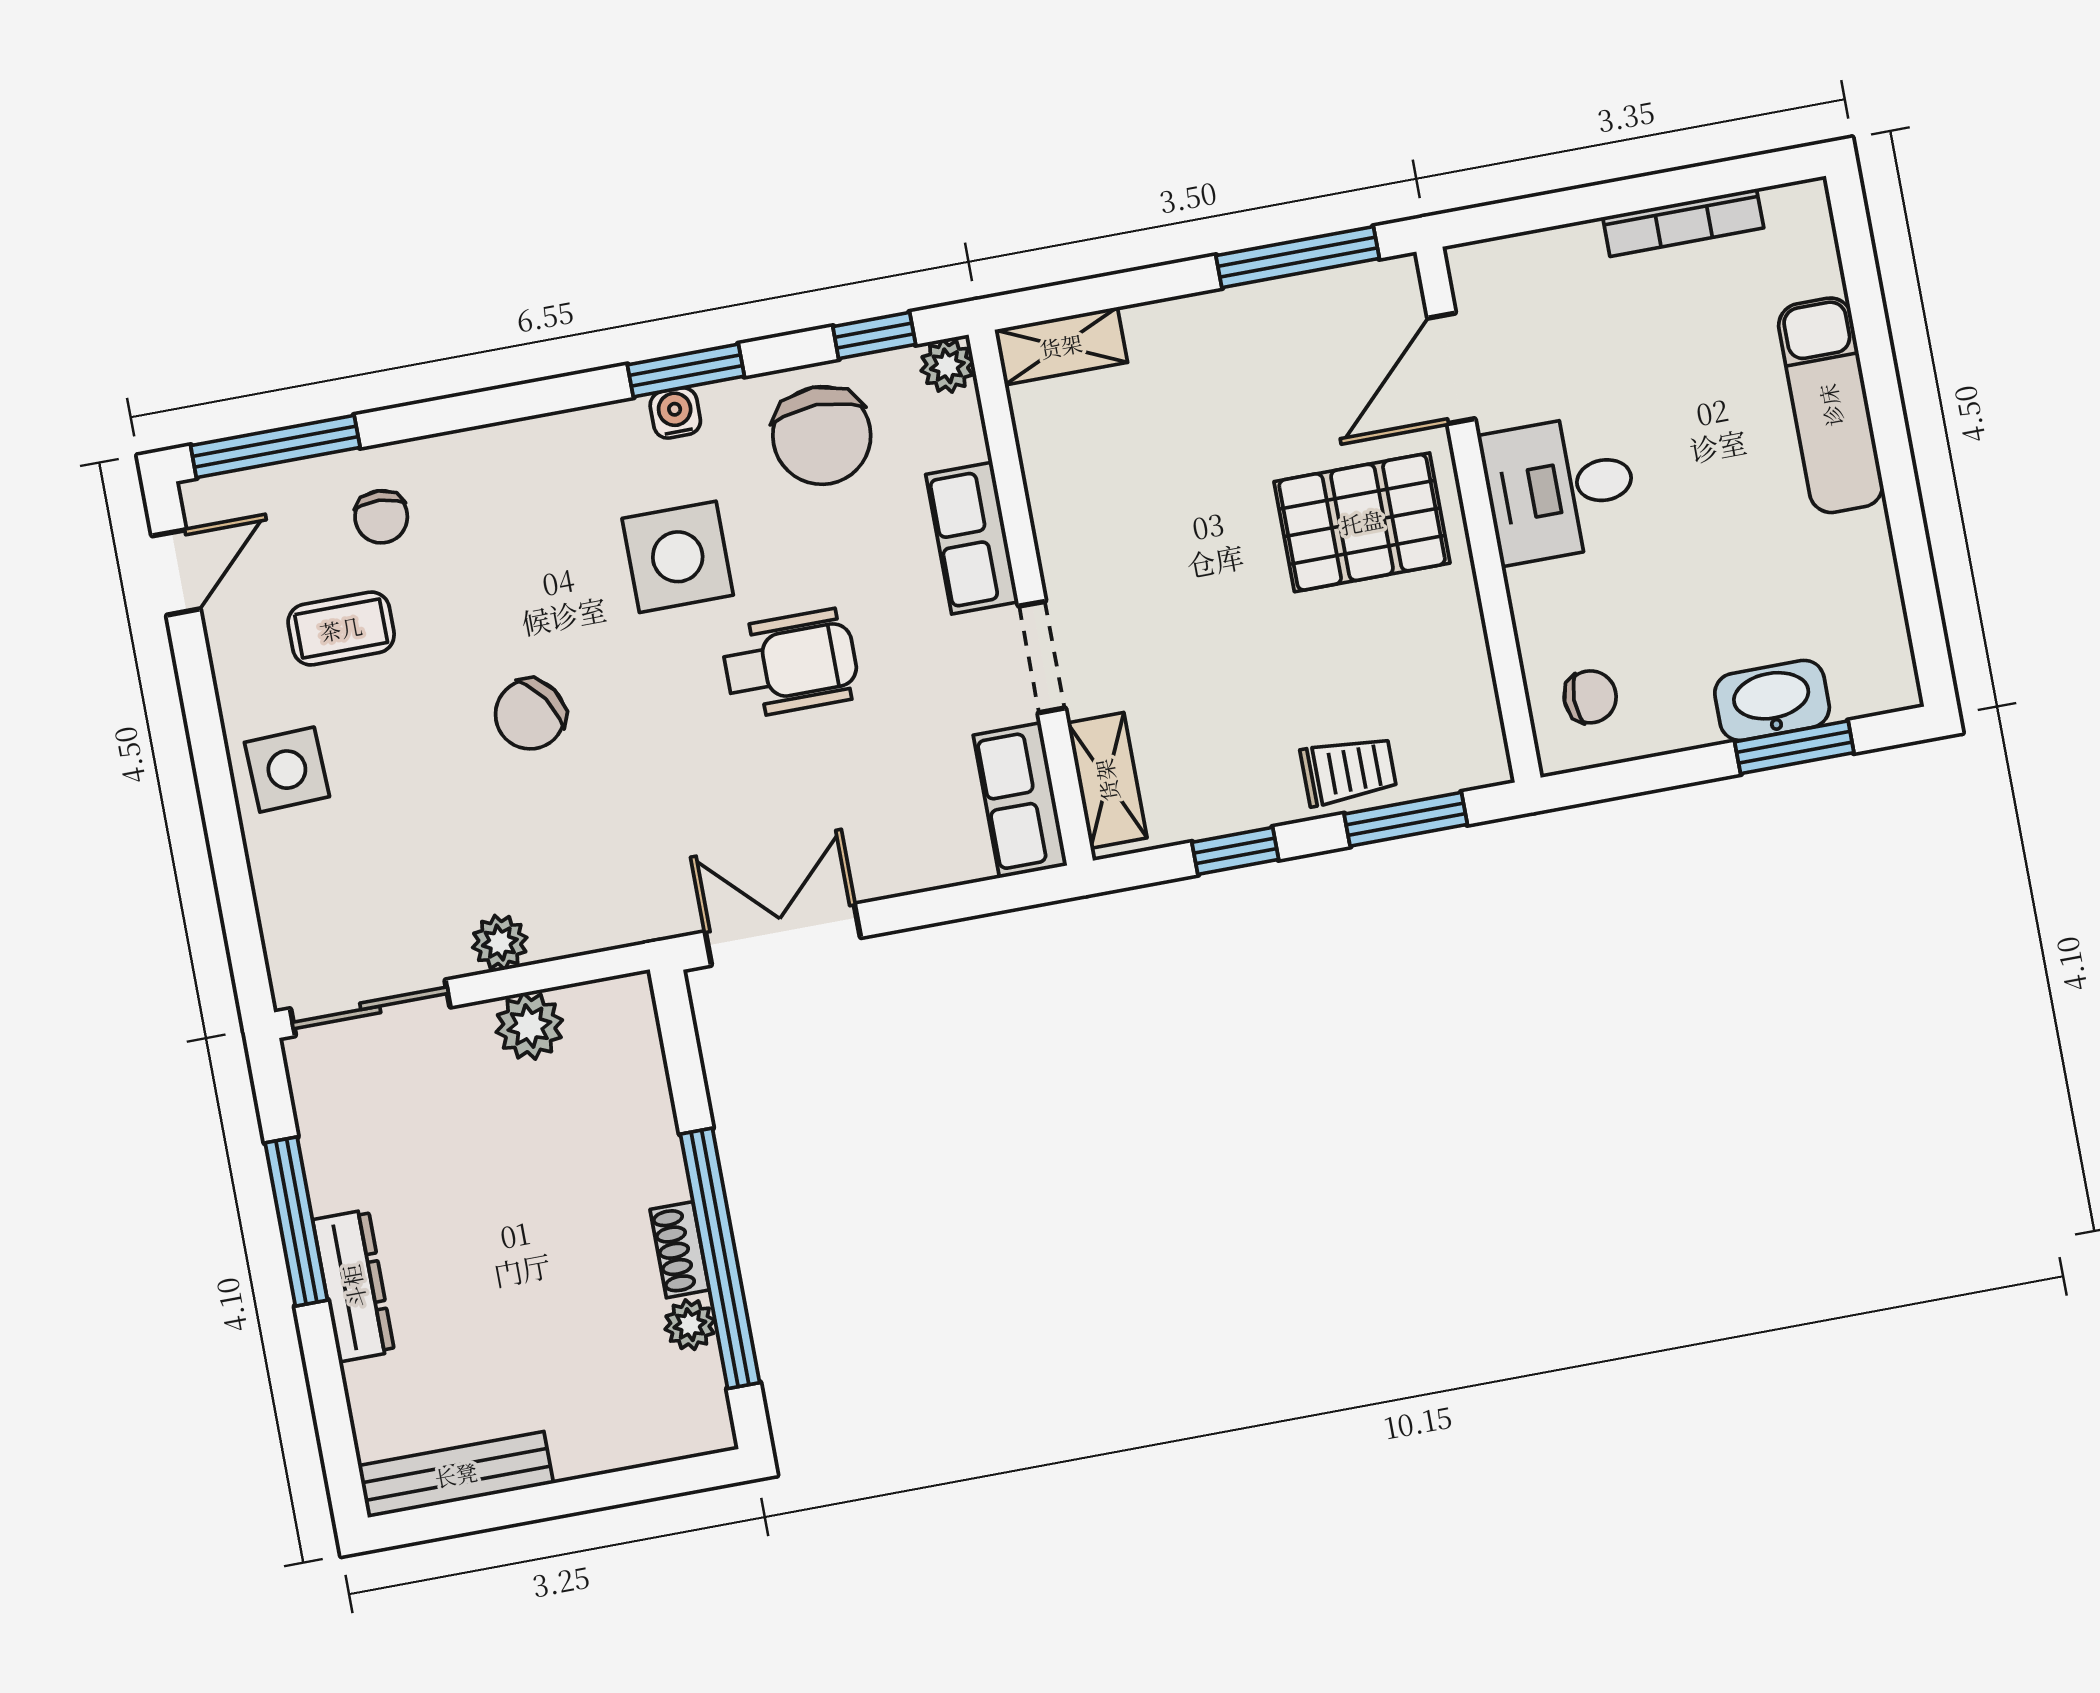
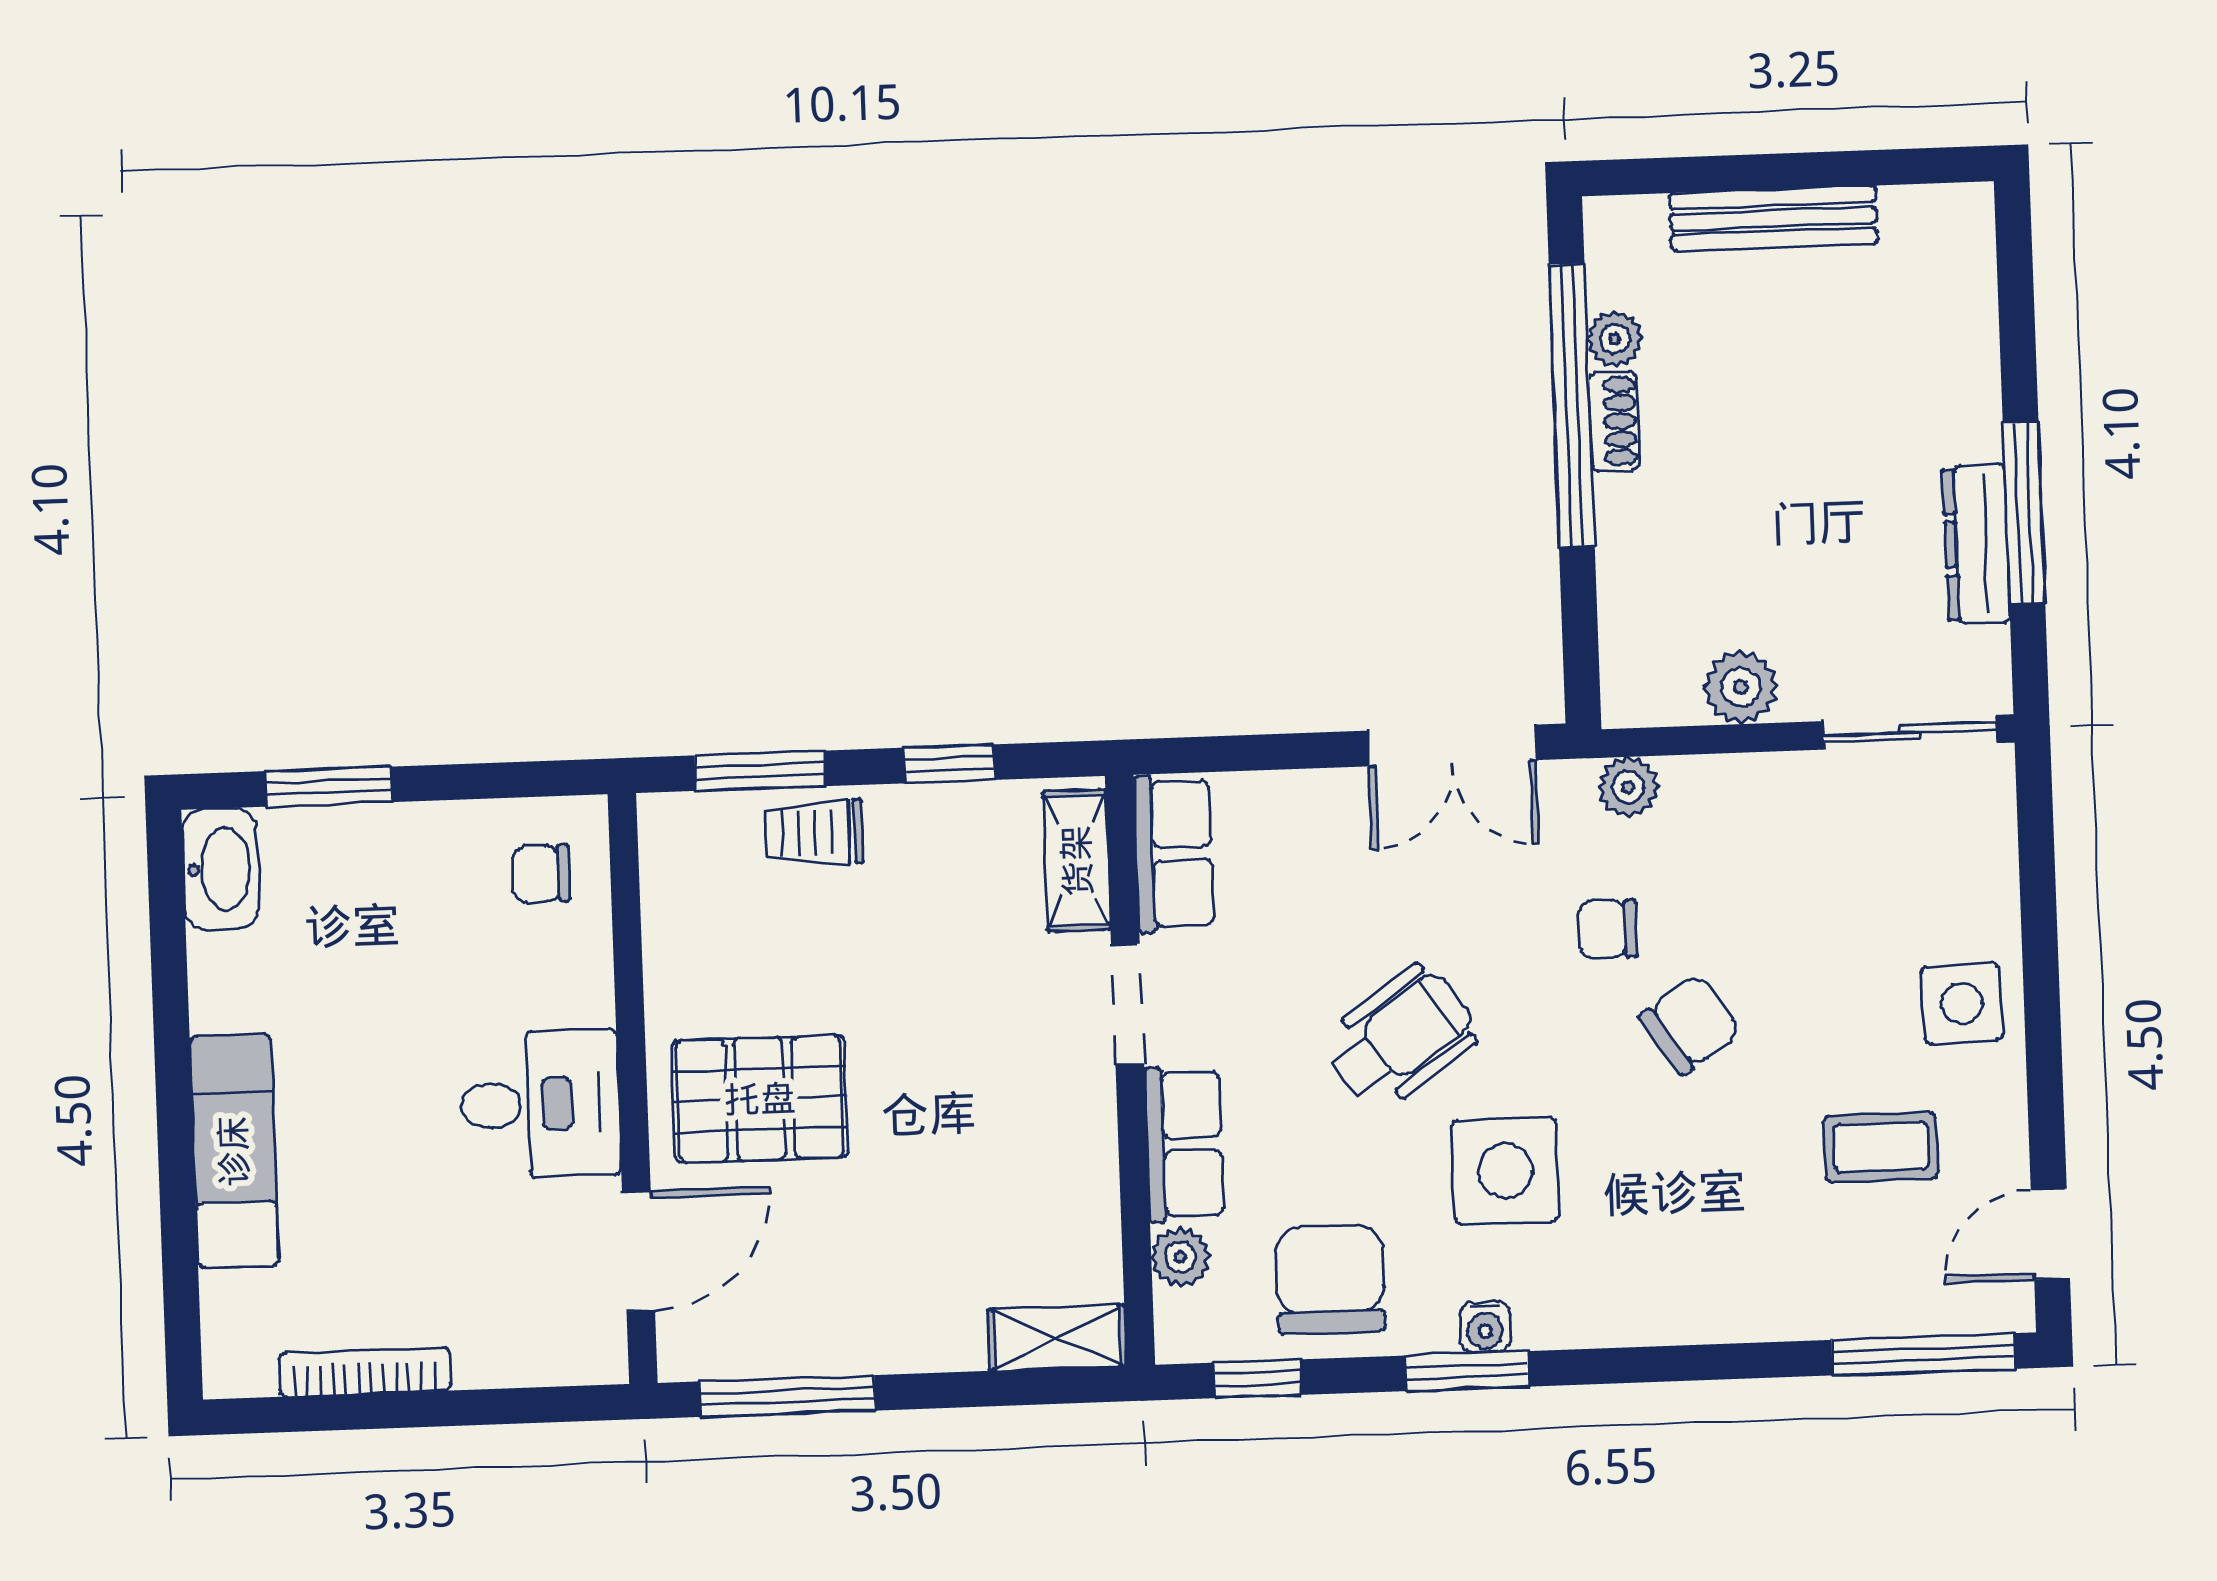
plant: (947, 366) -> (1181, 1257), moved
chair: (381, 517) -> (1608, 929), moved, turned -93
wheelchair: (790, 663) -> (1401, 1038), turned 145
washbasin: (1772, 700) -> (220, 869), moved, turned -90
plant: (500, 942) -> (1628, 787), moved
dresser: (354, 1286) -> (1976, 544), moved
bench: (456, 1475) -> (1773, 218), moved

